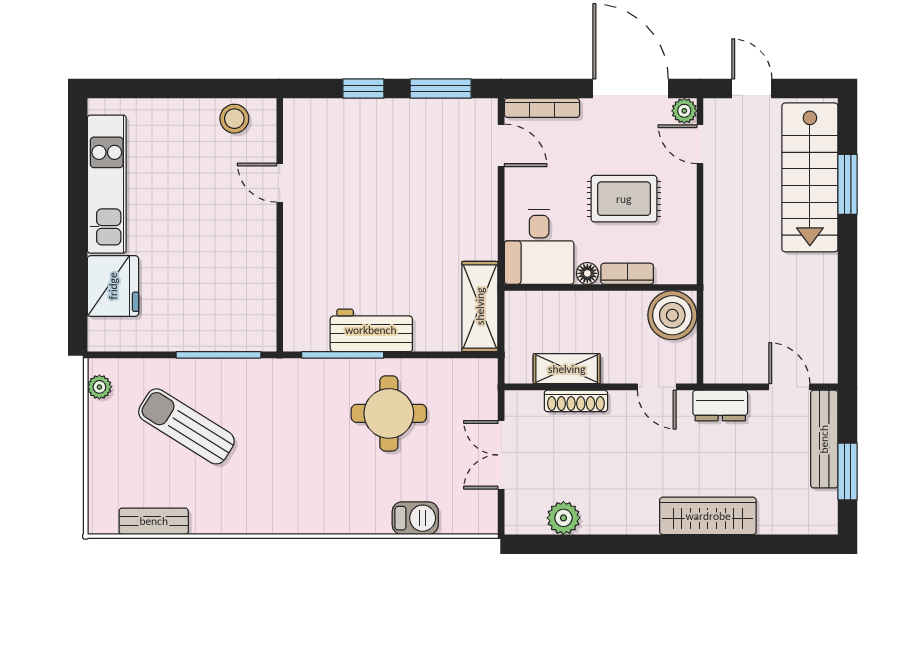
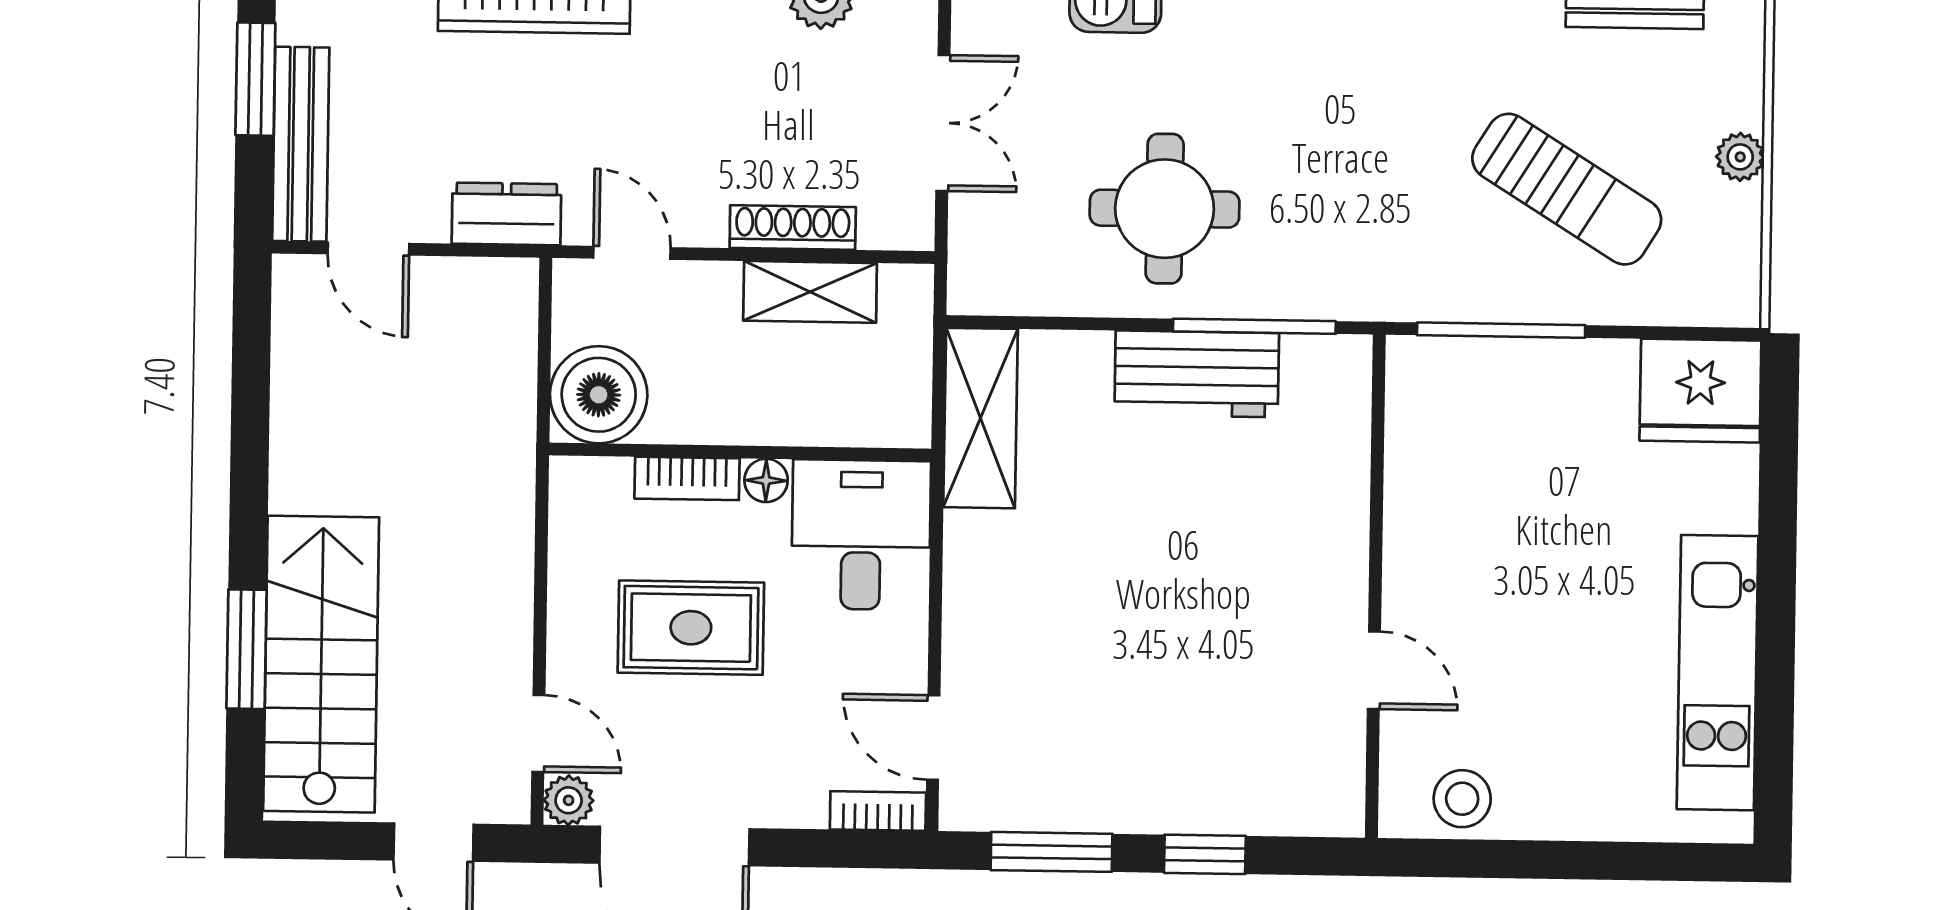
bookcase: (542, 108) -> (878, 811), width x0.64
fridge: (113, 286) -> (1700, 391), moved, turned -90
plant: (99, 387) -> (1740, 157), moved

